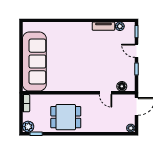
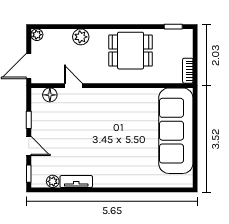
plant: (28, 127) -> (81, 37), moved

